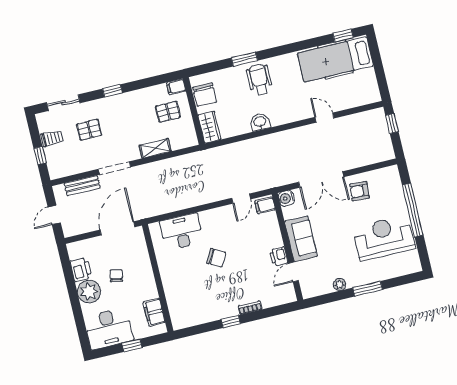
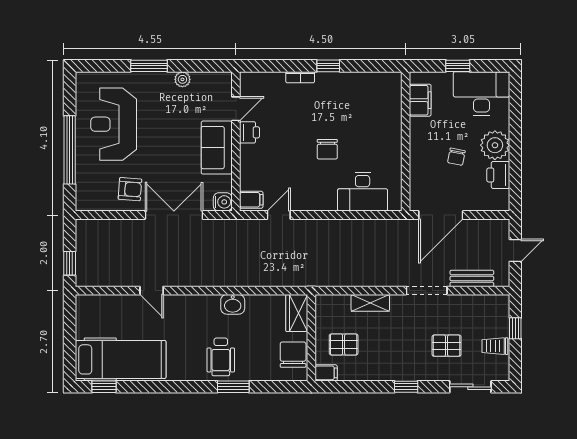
reception desk: (384, 238) -> (114, 124), turned 90
chair: (216, 258) -> (327, 149), turned -119

